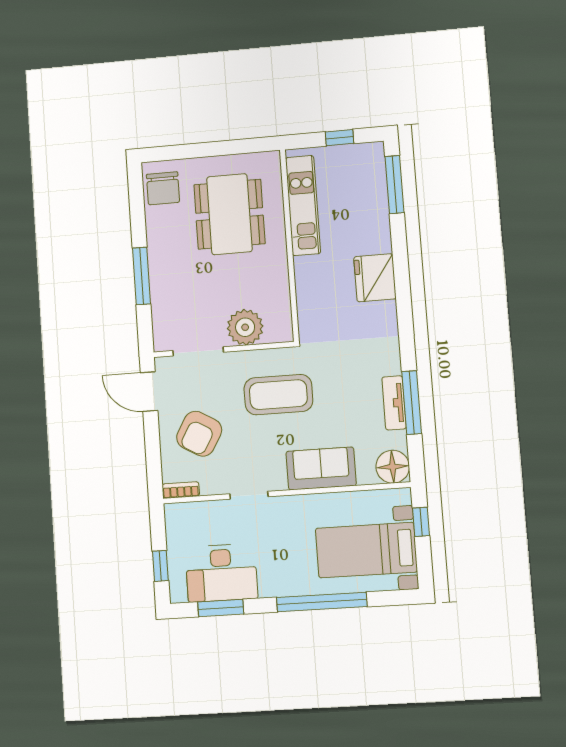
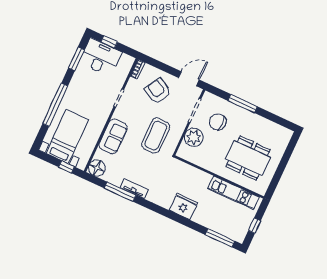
chair: (163, 188) -> (218, 122), moved
tv unit: (394, 403) -> (134, 189), moved
desk: (221, 573) -> (100, 57), moved, turned 90

